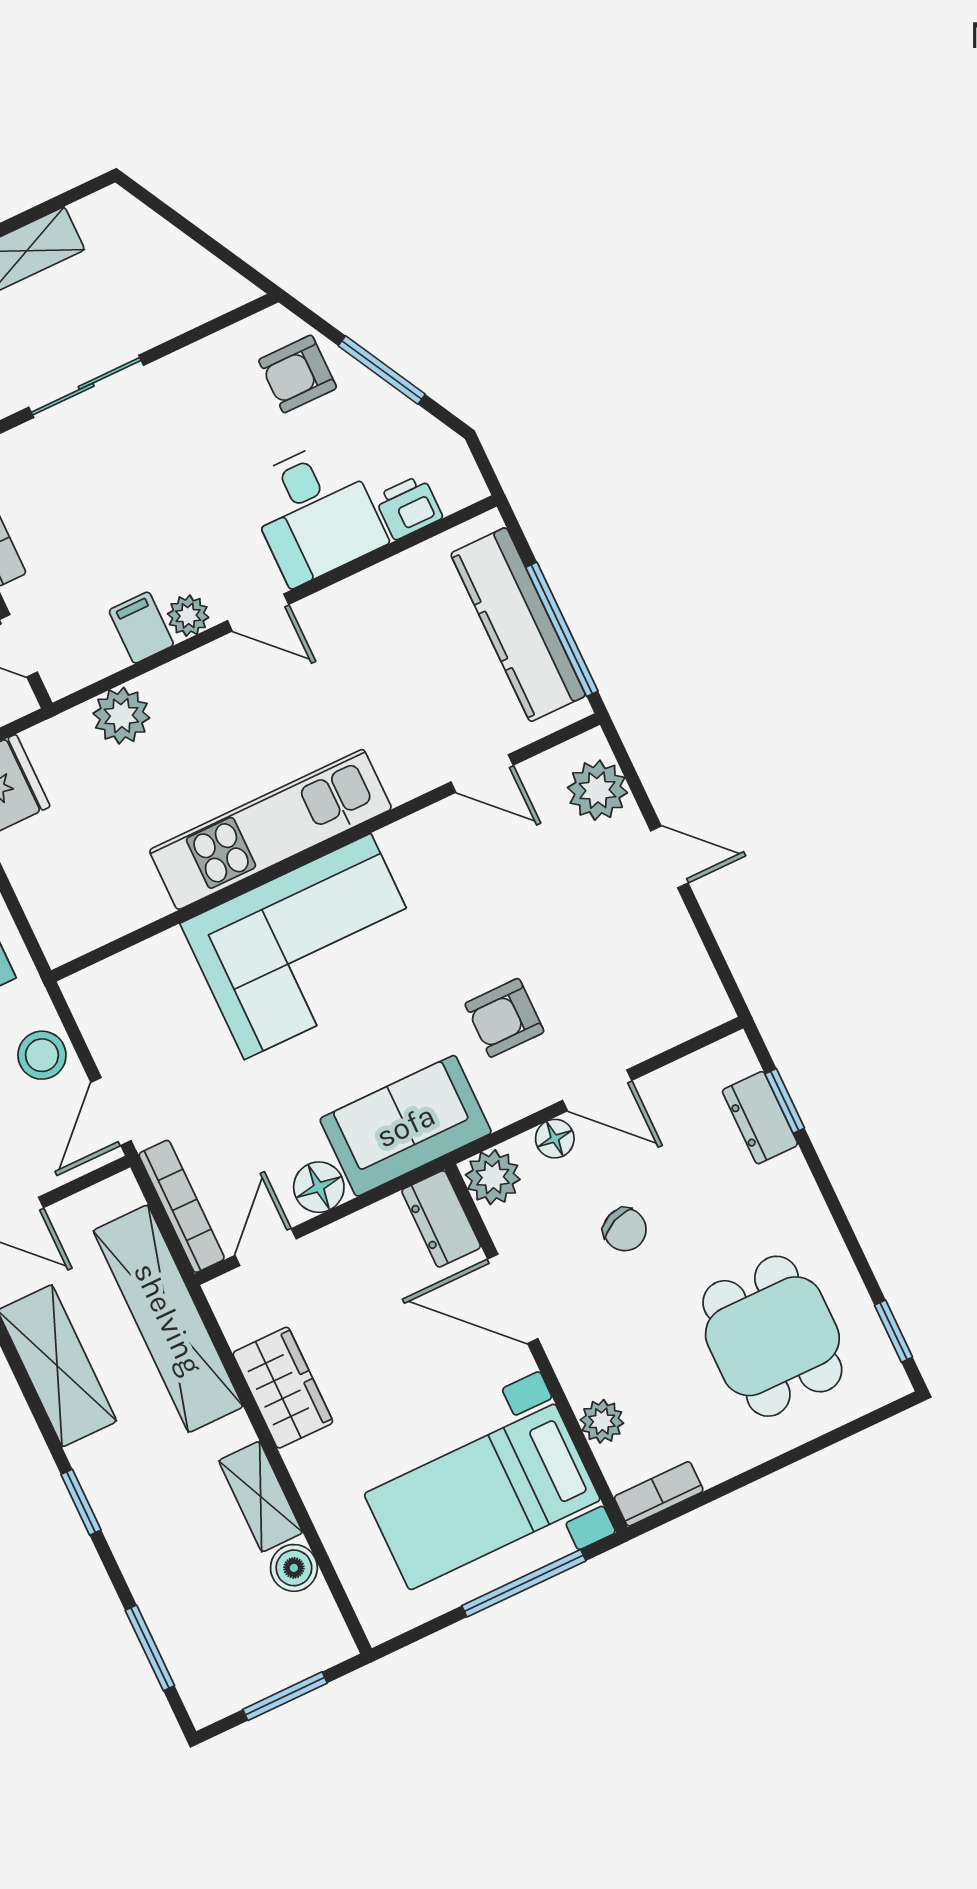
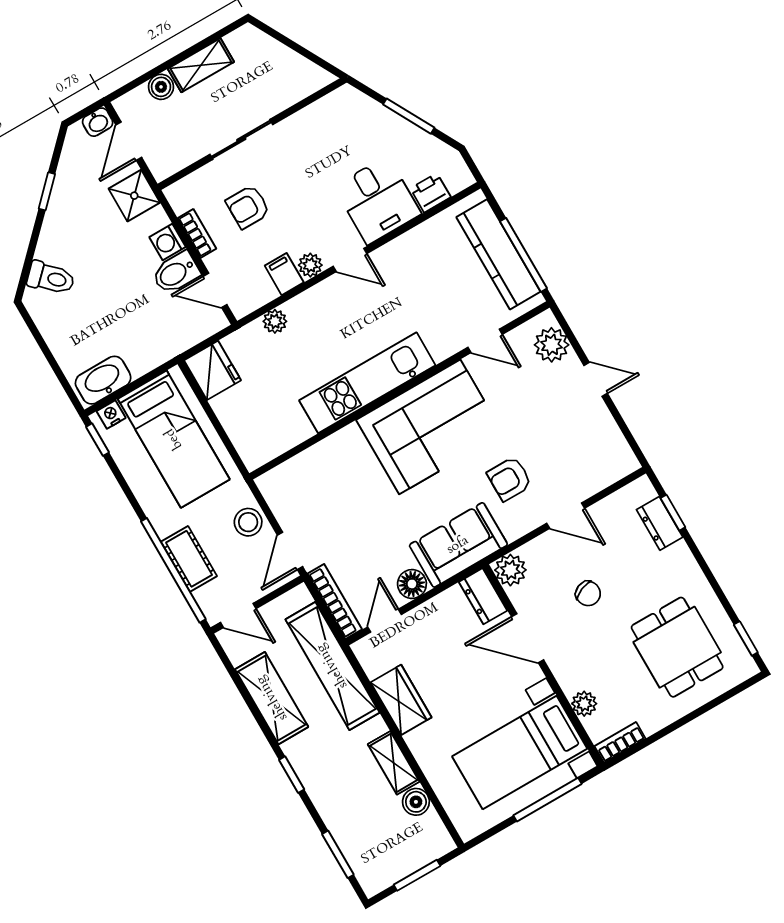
armchair: (298, 374) -> (248, 207), moved
plant: (121, 716) -> (275, 321), width x0.73, depth x0.73
corner sofa: (307, 946) -> (430, 427), moved
floor lamp: (555, 1139) -> (544, 545), removed

